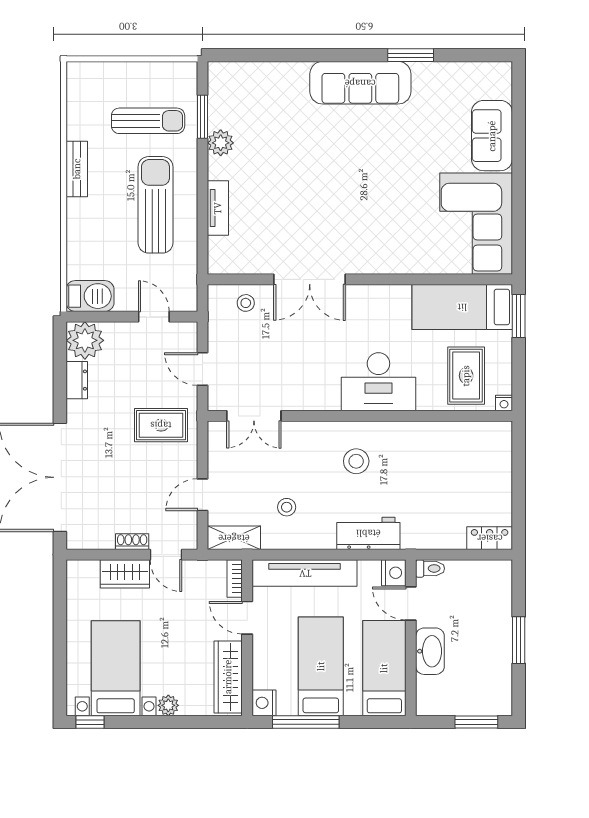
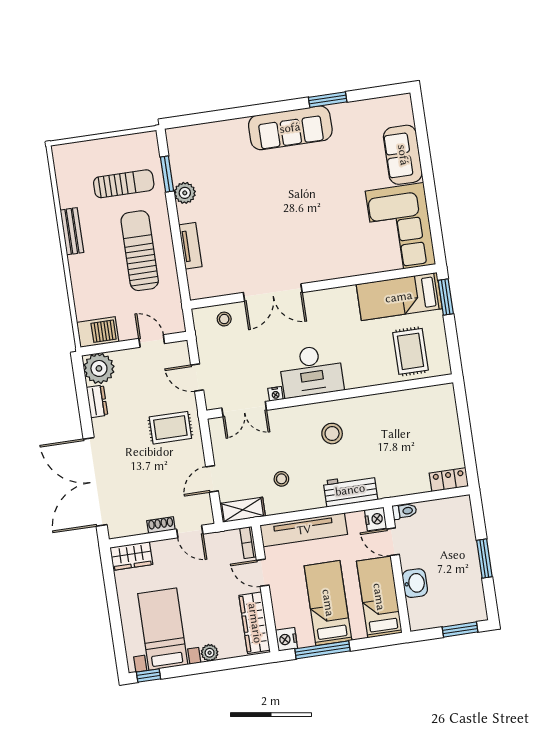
desk: (378, 382) -> (311, 371), moved
nightstand: (504, 403) -> (275, 394), moved
wardrobe: (125, 574) -> (131, 556), moved
washbasin: (430, 651) -> (415, 583), width x0.72

